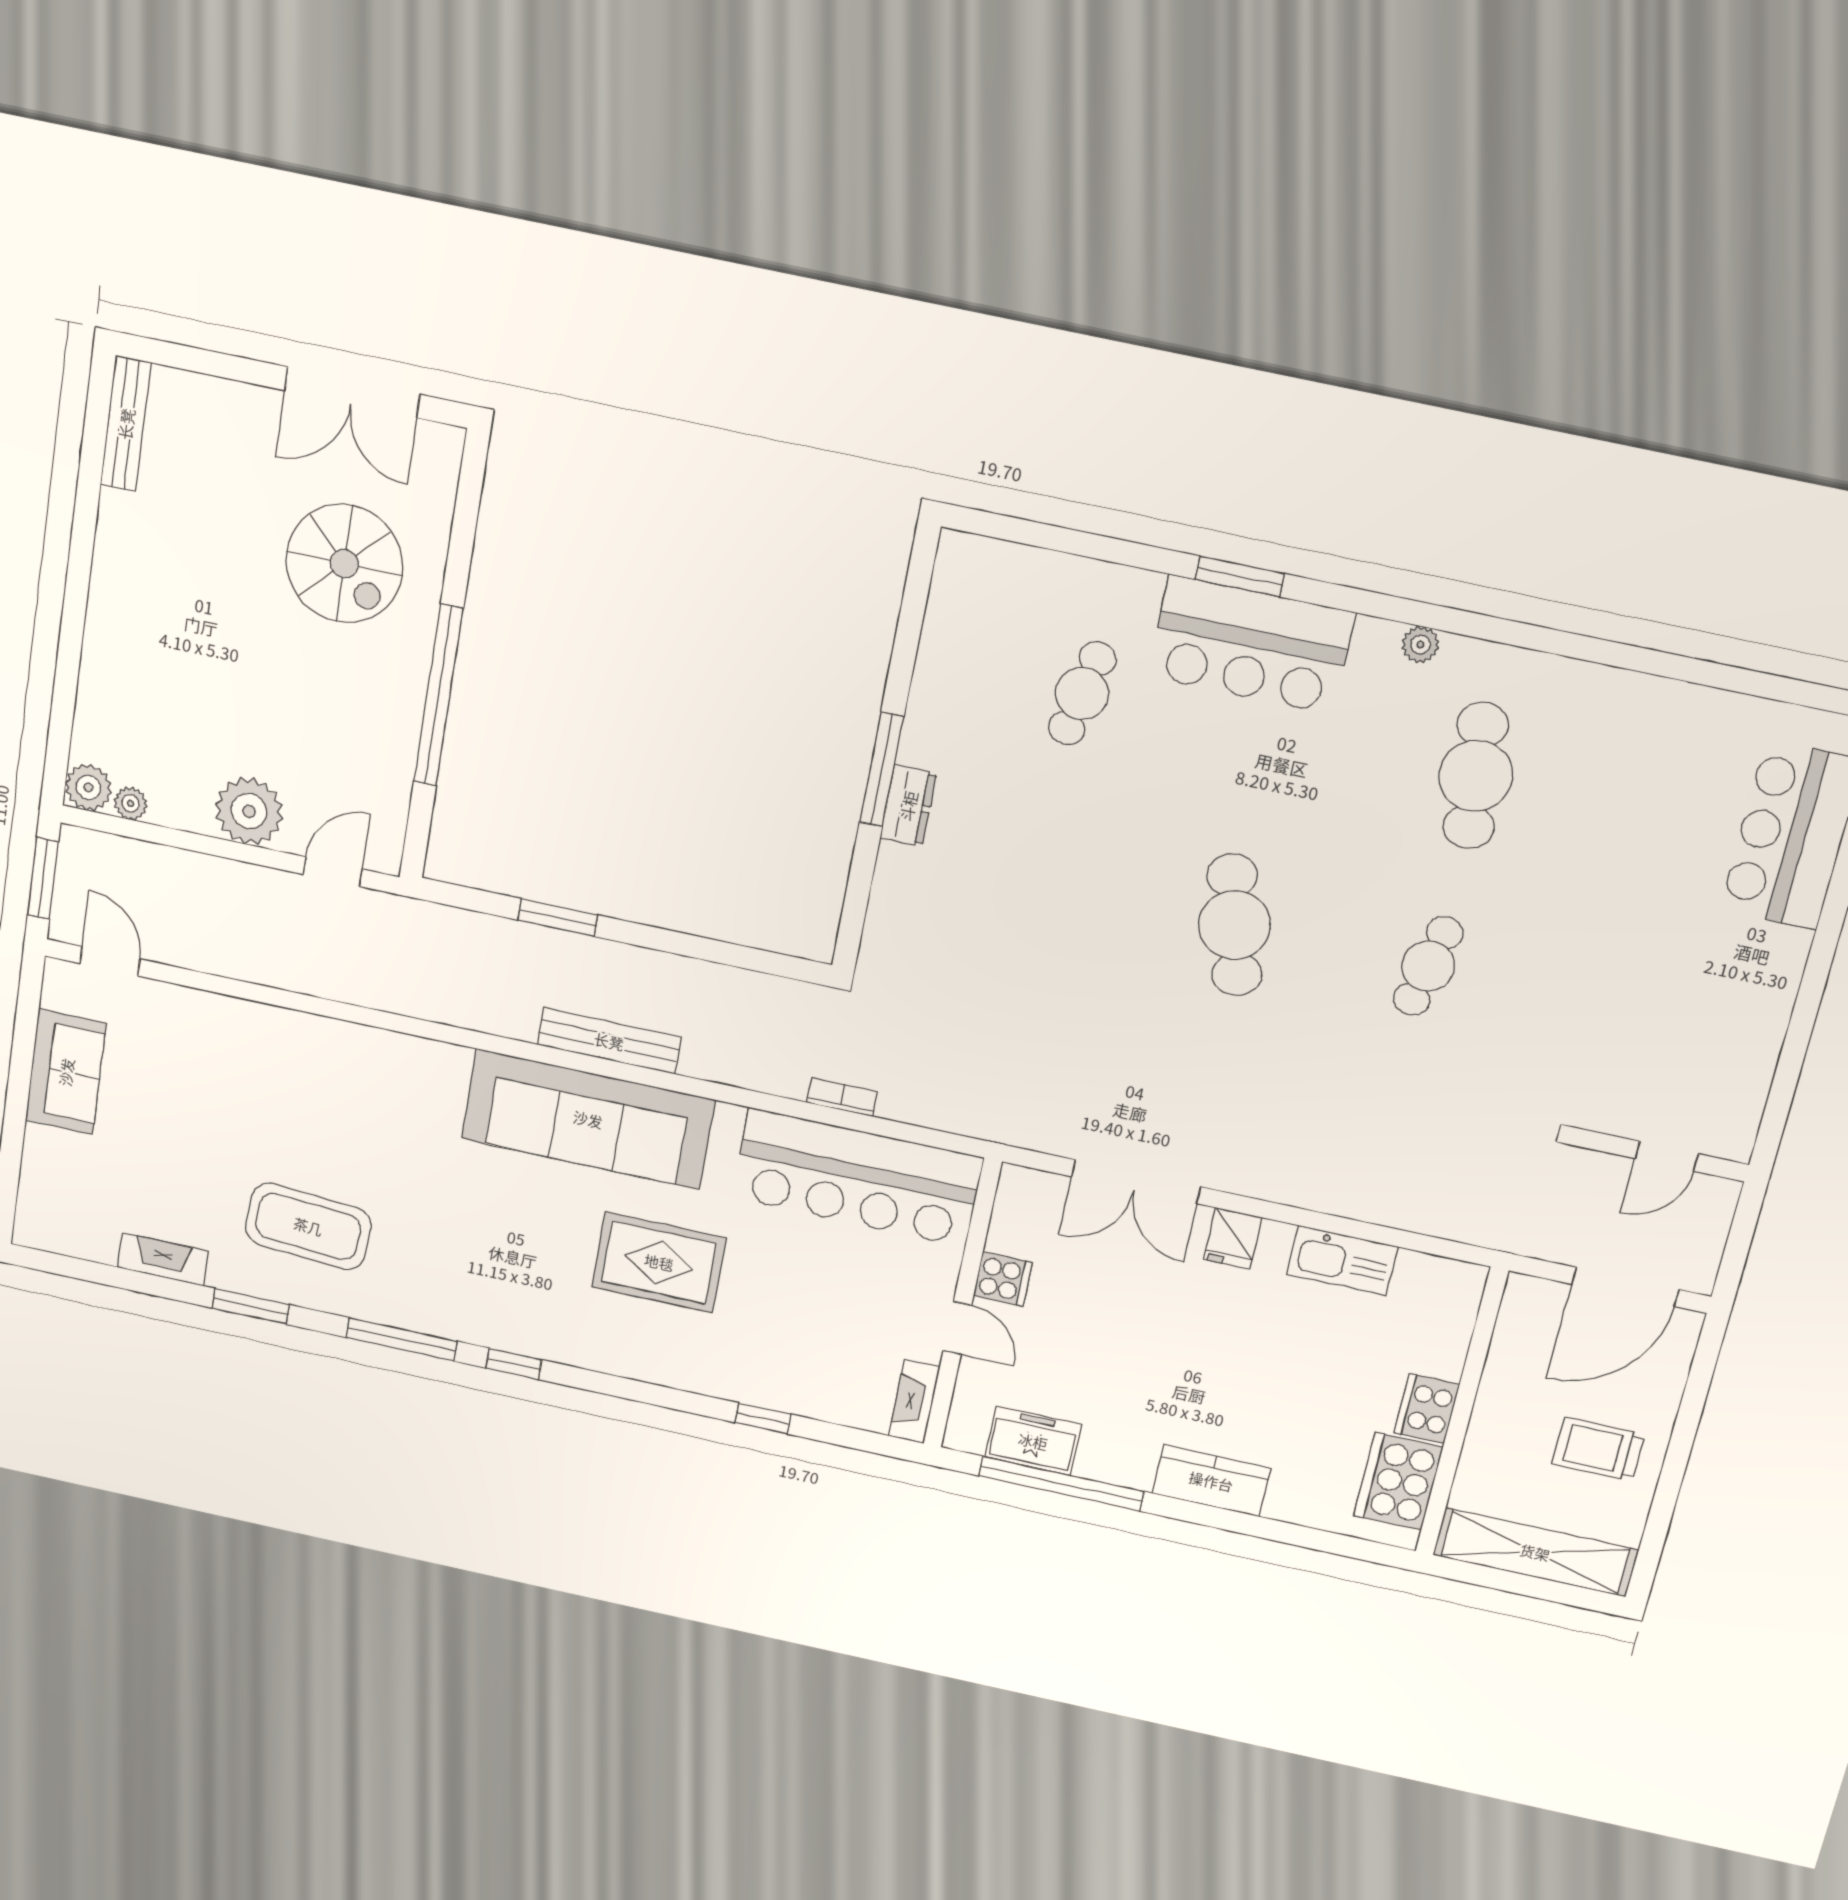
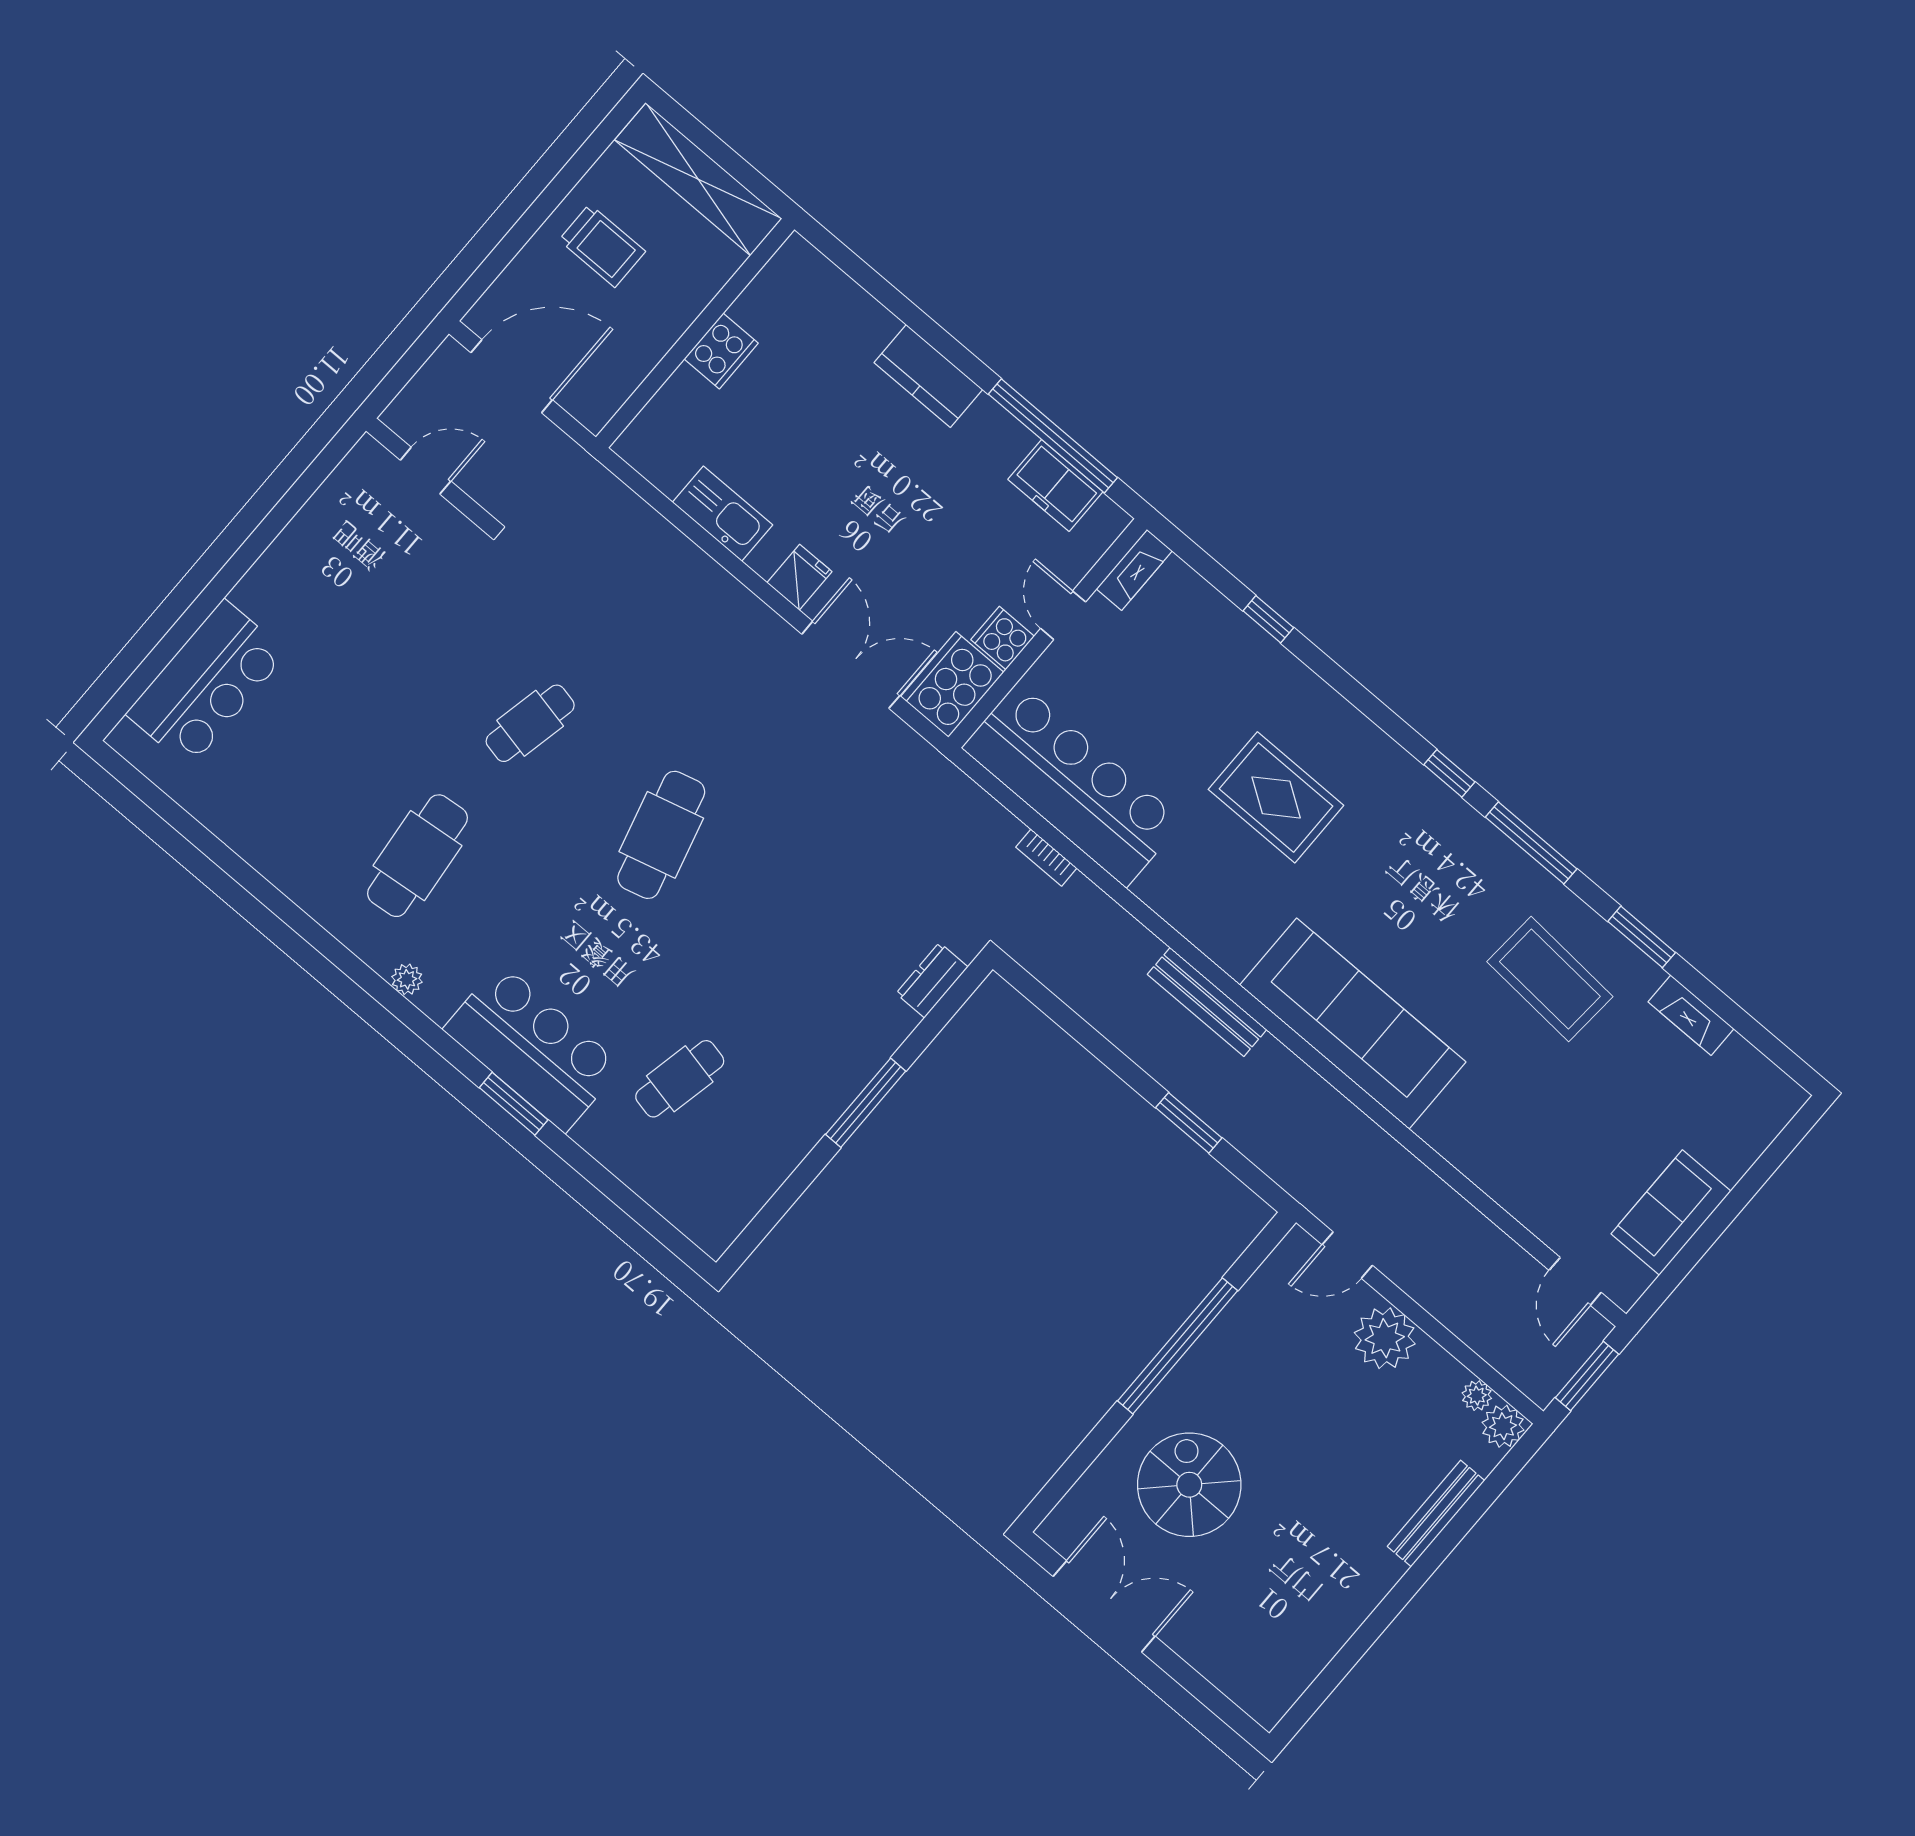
bench: (126, 424) -> (1436, 1513), moved
dresser: (908, 806) -> (932, 980), moved
sofa: (588, 1119) -> (1353, 1024), moved
cooker: (1398, 1481) -> (952, 684), moved, turned 180

